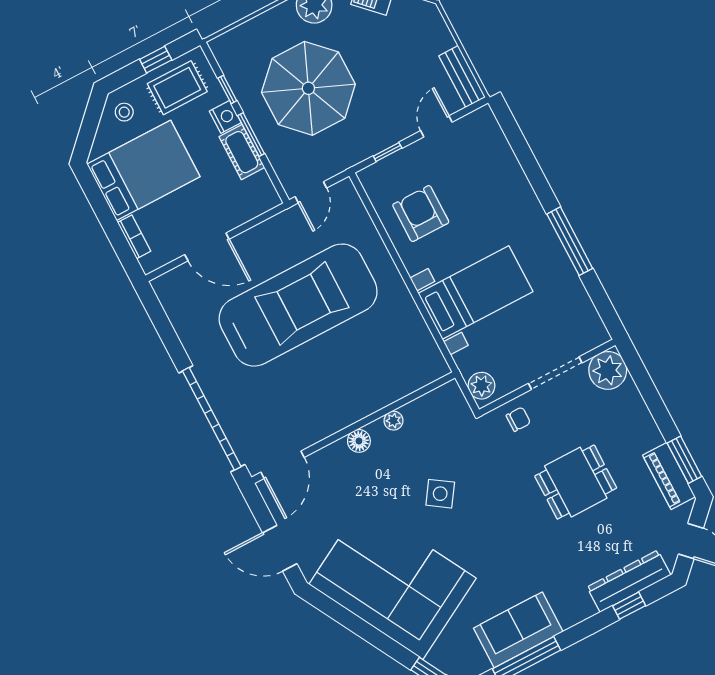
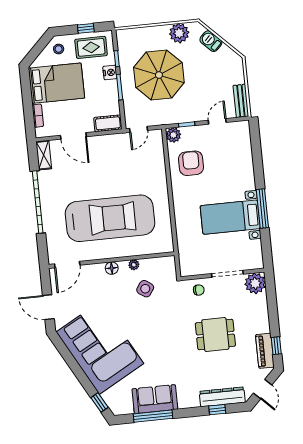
cot: (242, 152) -> (108, 123), moved, turned 90
bed with nightstands: (475, 293) -> (230, 217), moved, turned 180
shelving: (170, 299) -> (44, 155), added
car: (298, 305) -> (110, 218), moved
plant: (481, 386) -> (173, 135), moved
garage door: (212, 419) -> (38, 202), moved
window: (684, 460) -> (276, 346), width x0.67
side table: (440, 494) -> (145, 289), moved

